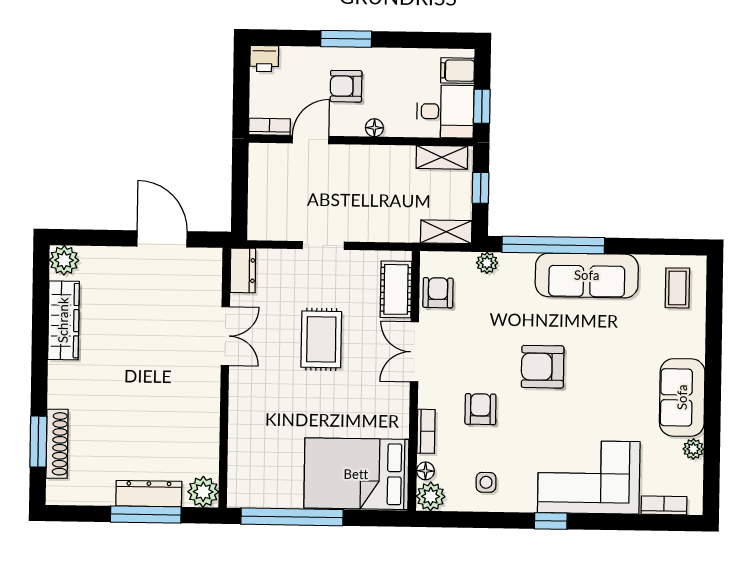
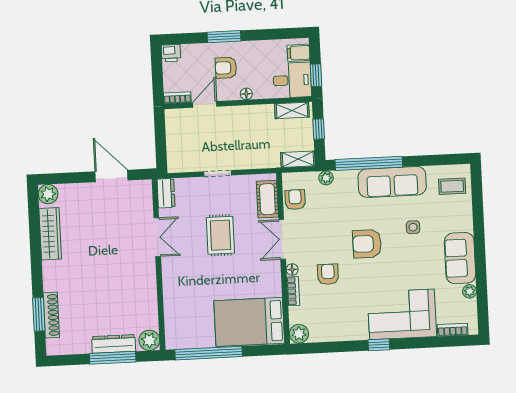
coffee table: (677, 288) -> (452, 186), turned 90
floor lamp: (425, 471) -> (292, 269), moved
side table: (486, 482) -> (413, 227), moved

